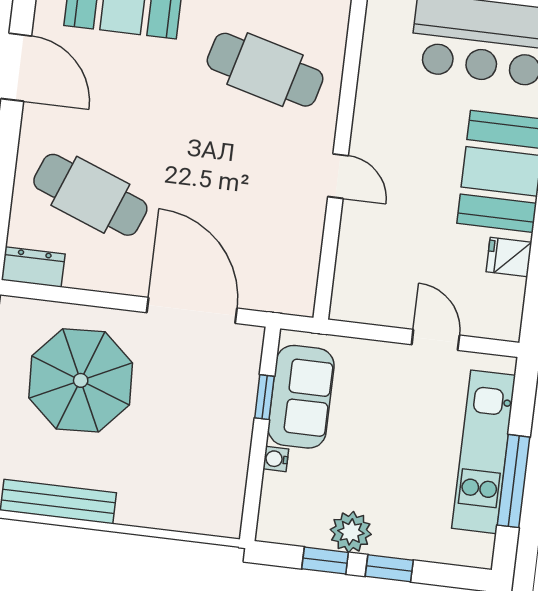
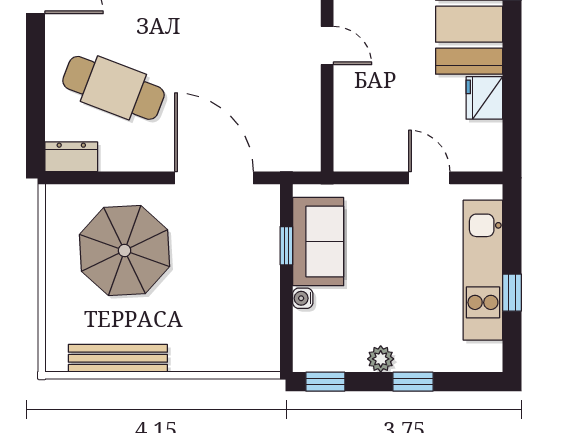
fridge: (509, 257) -> (484, 98), width x1.38
window: (514, 481) -> (512, 293), width x0.46
plant: (351, 532) -> (381, 359), width x0.73, depth x0.73
window: (325, 561) -> (325, 382), moved

